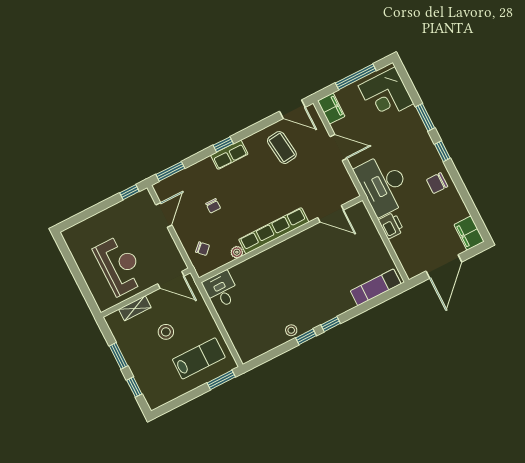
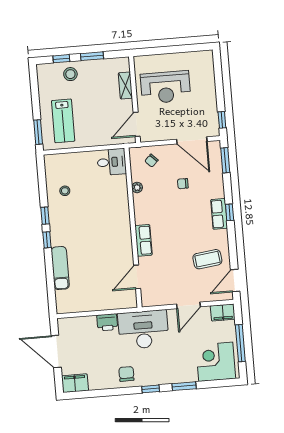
door: (164, 215) -> (192, 140), width x1.36
row of seats: (274, 231) -> (143, 240), width x0.50
exam couch: (376, 287) -> (60, 268), moved
stool: (291, 330) -> (65, 191), moved
stool: (166, 332) -> (70, 74), moved

